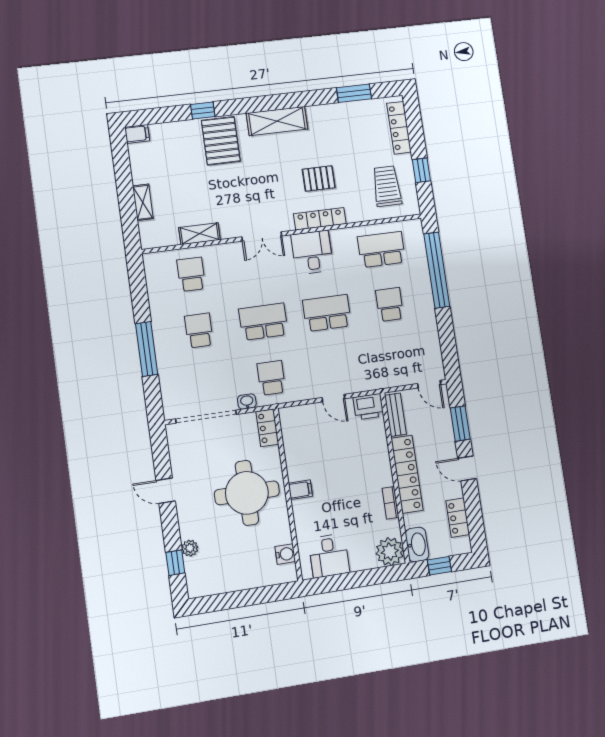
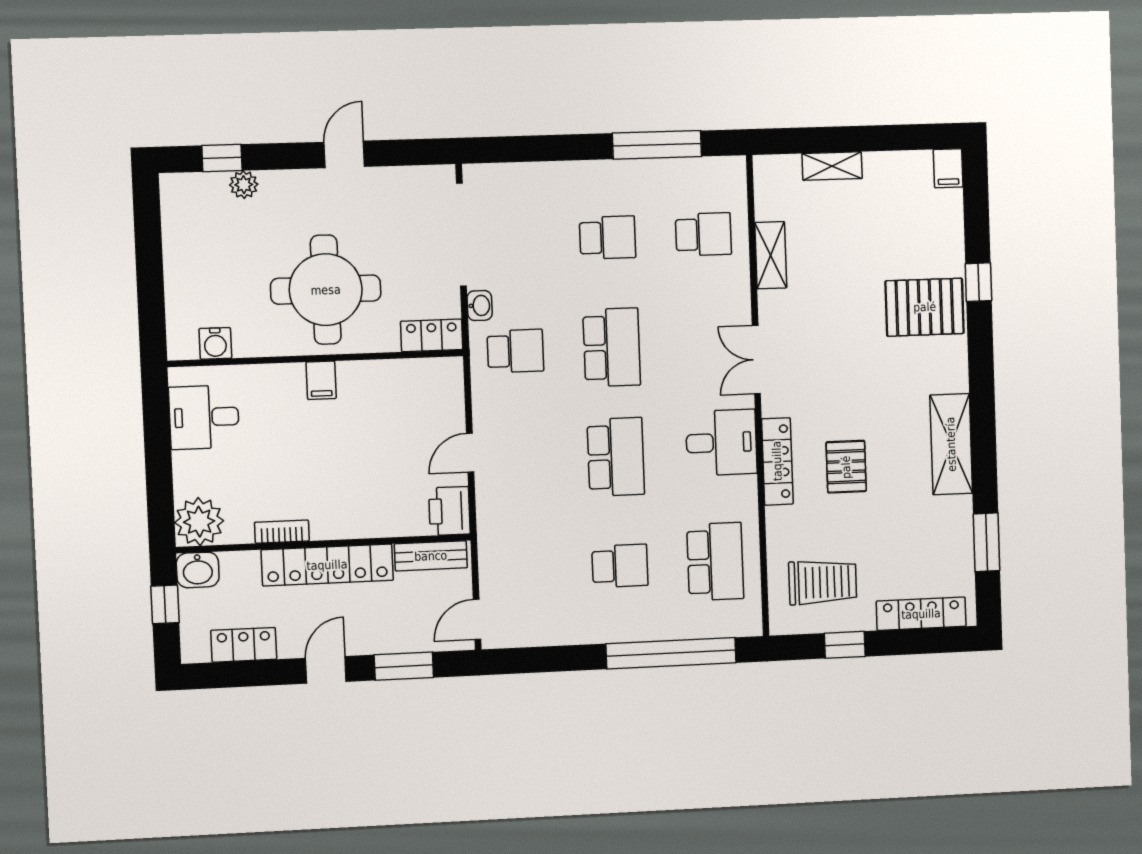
shelving: (277, 121) -> (951, 444), moved
window: (147, 349) -> (657, 145), moved
washbasin: (417, 545) -> (198, 570), width x0.72

